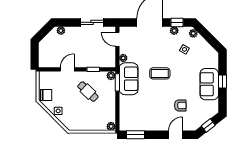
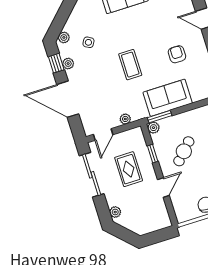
sliding door: (92, 22) -> (92, 175), width x1.37
rug: (88, 49) -> (129, 169), added
door: (67, 69) -> (163, 187), swing flipped
sofa: (129, 79) -> (168, 98), moved
armchair: (180, 105) -> (177, 54), moved

